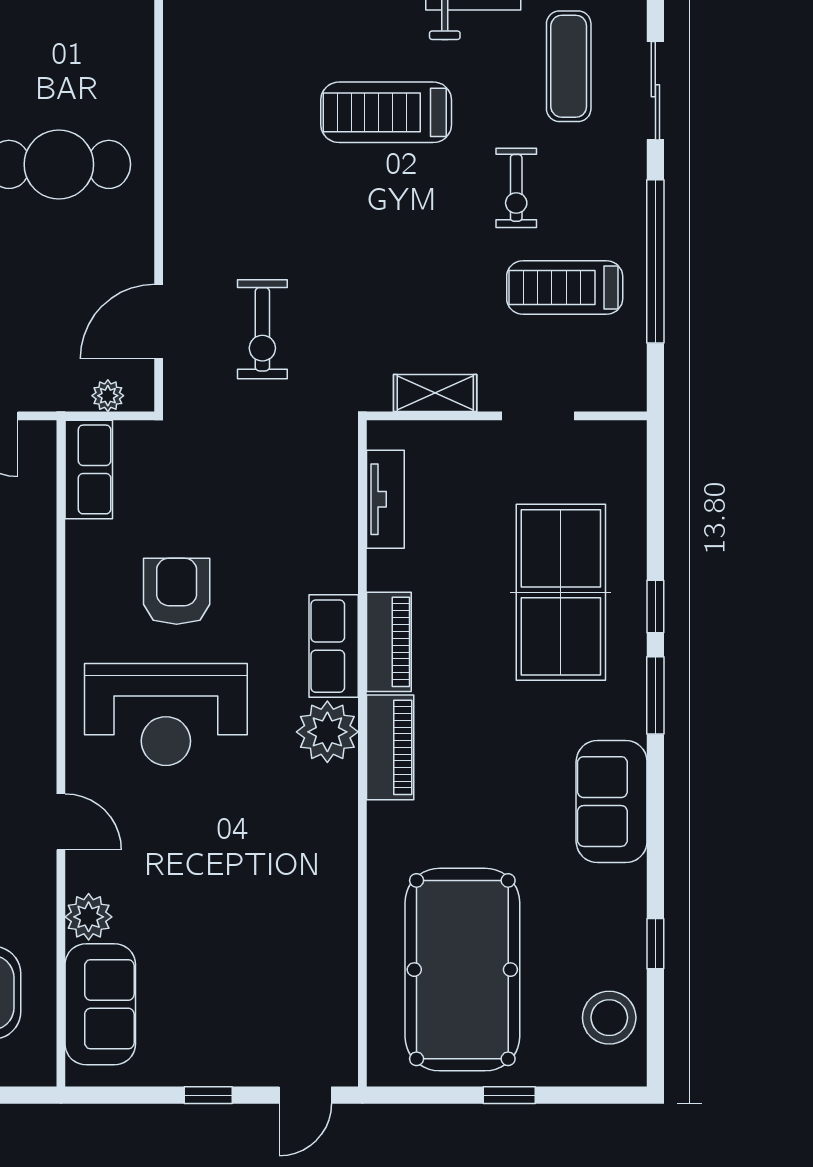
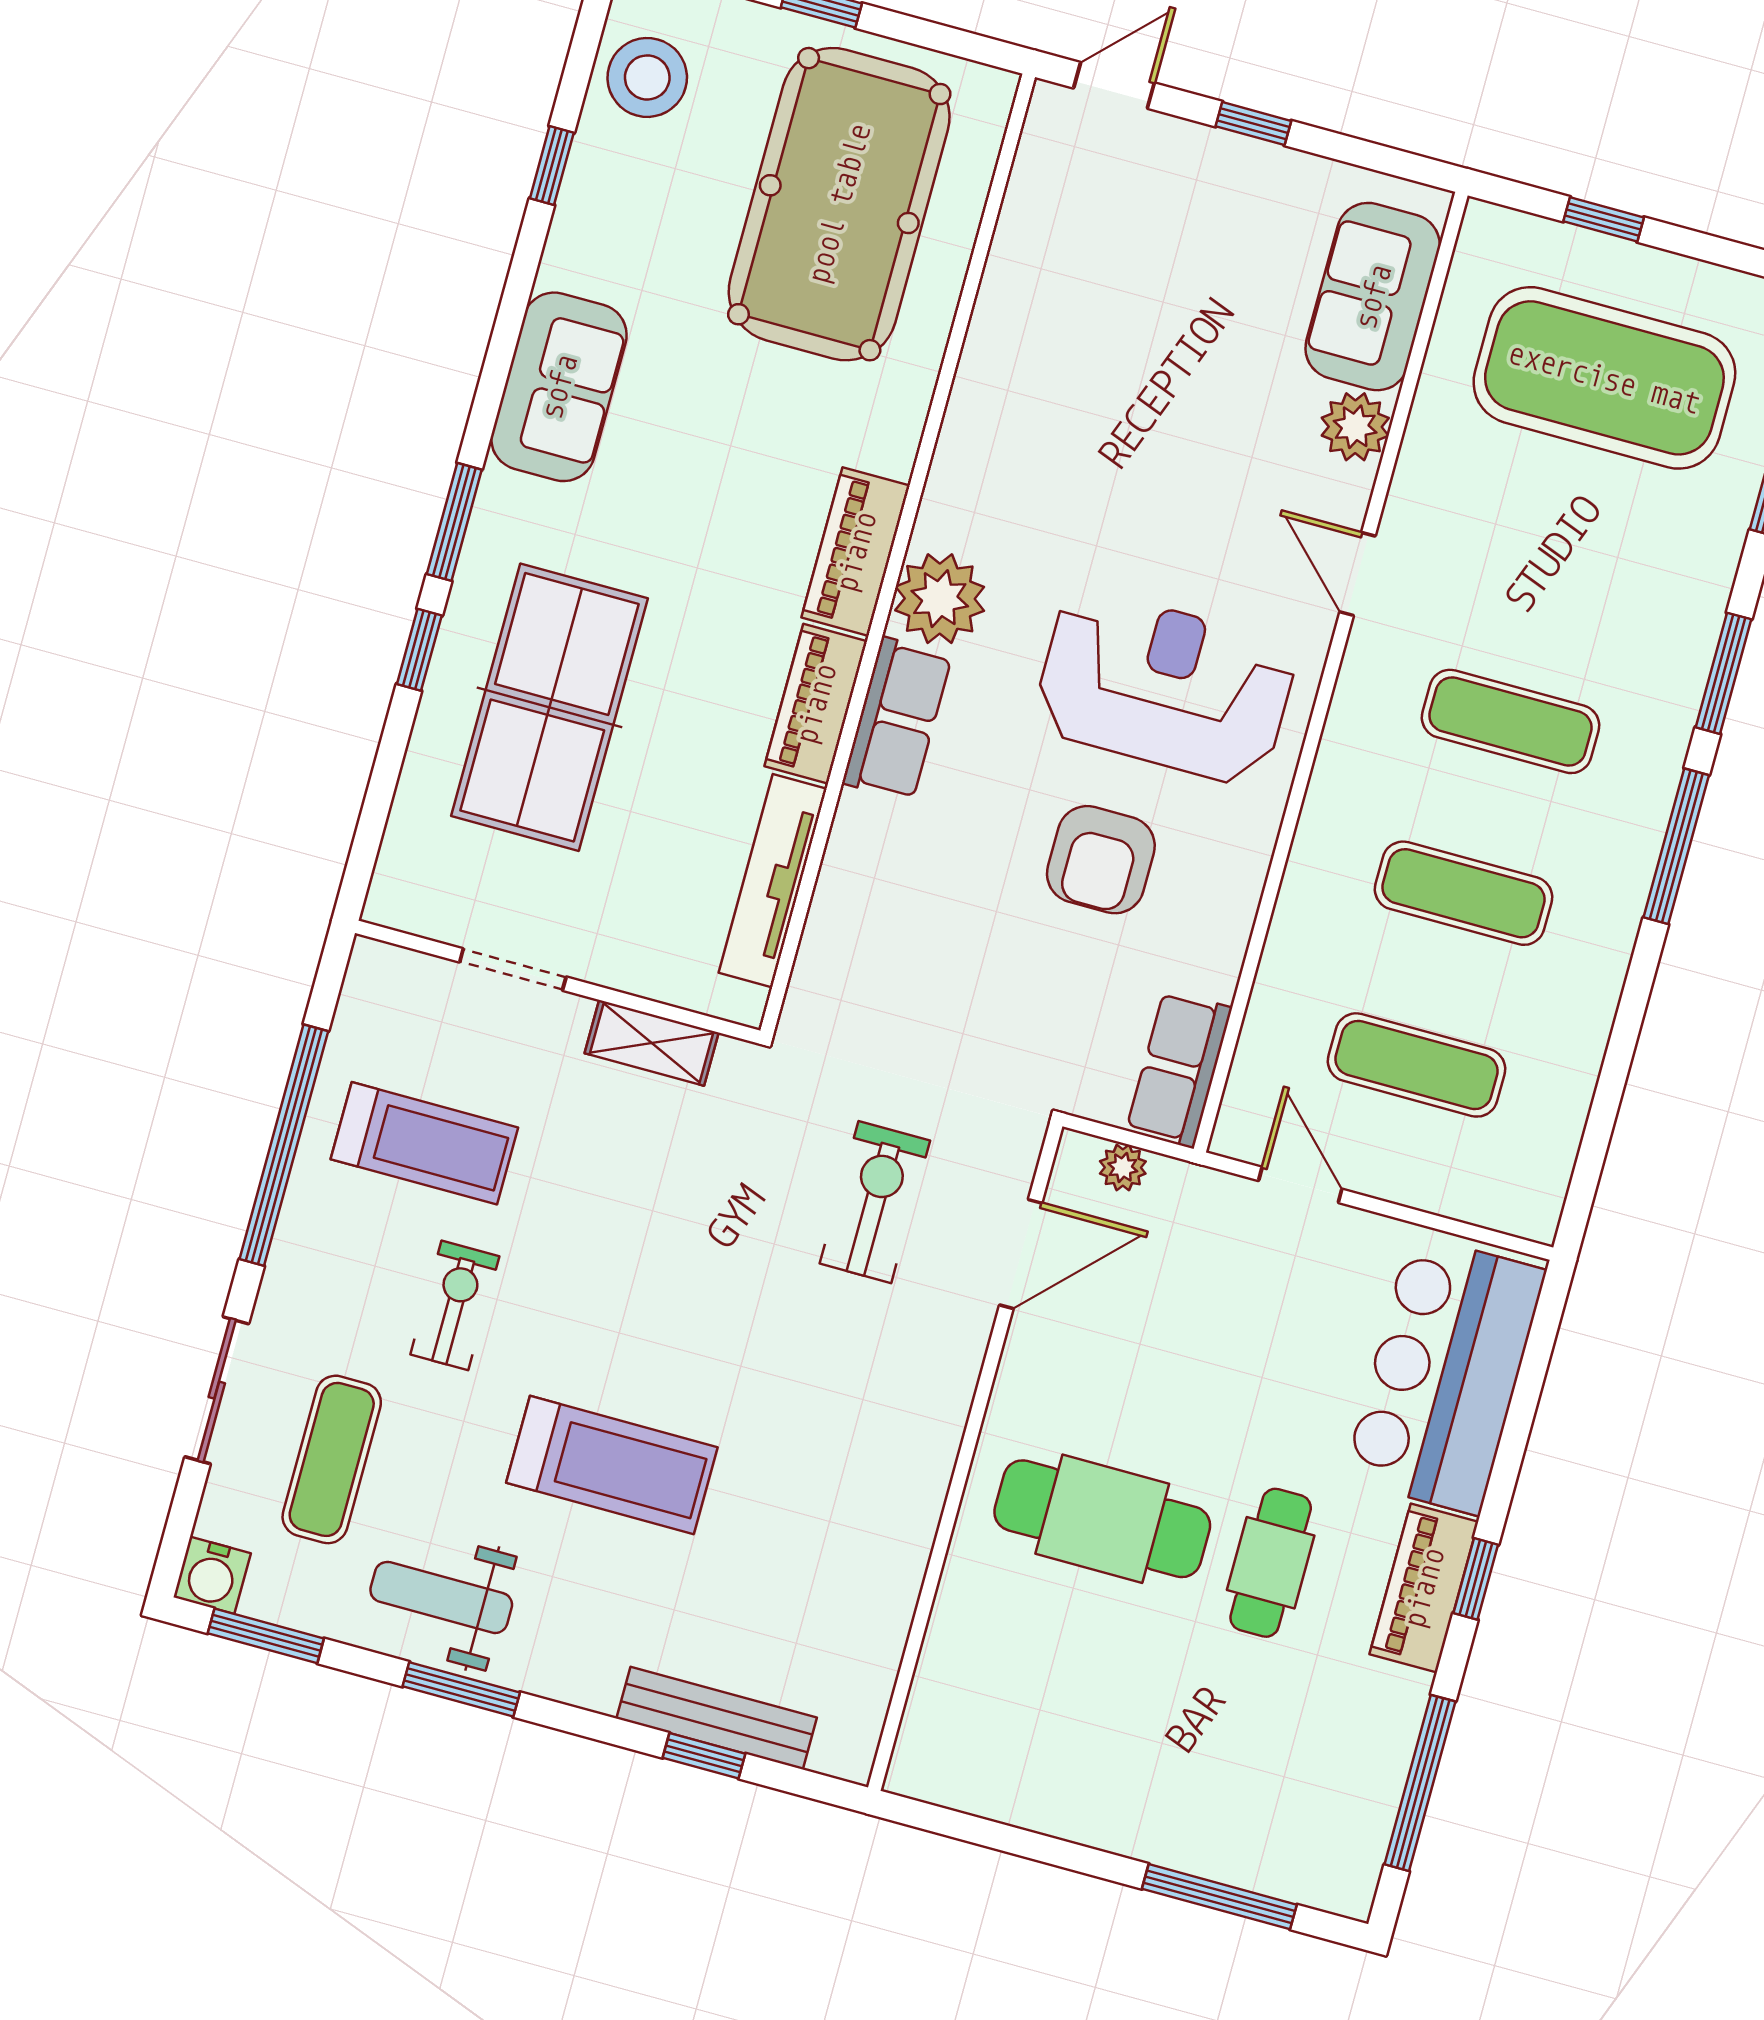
tv unit: (385, 499) -> (773, 881), width x1.41

